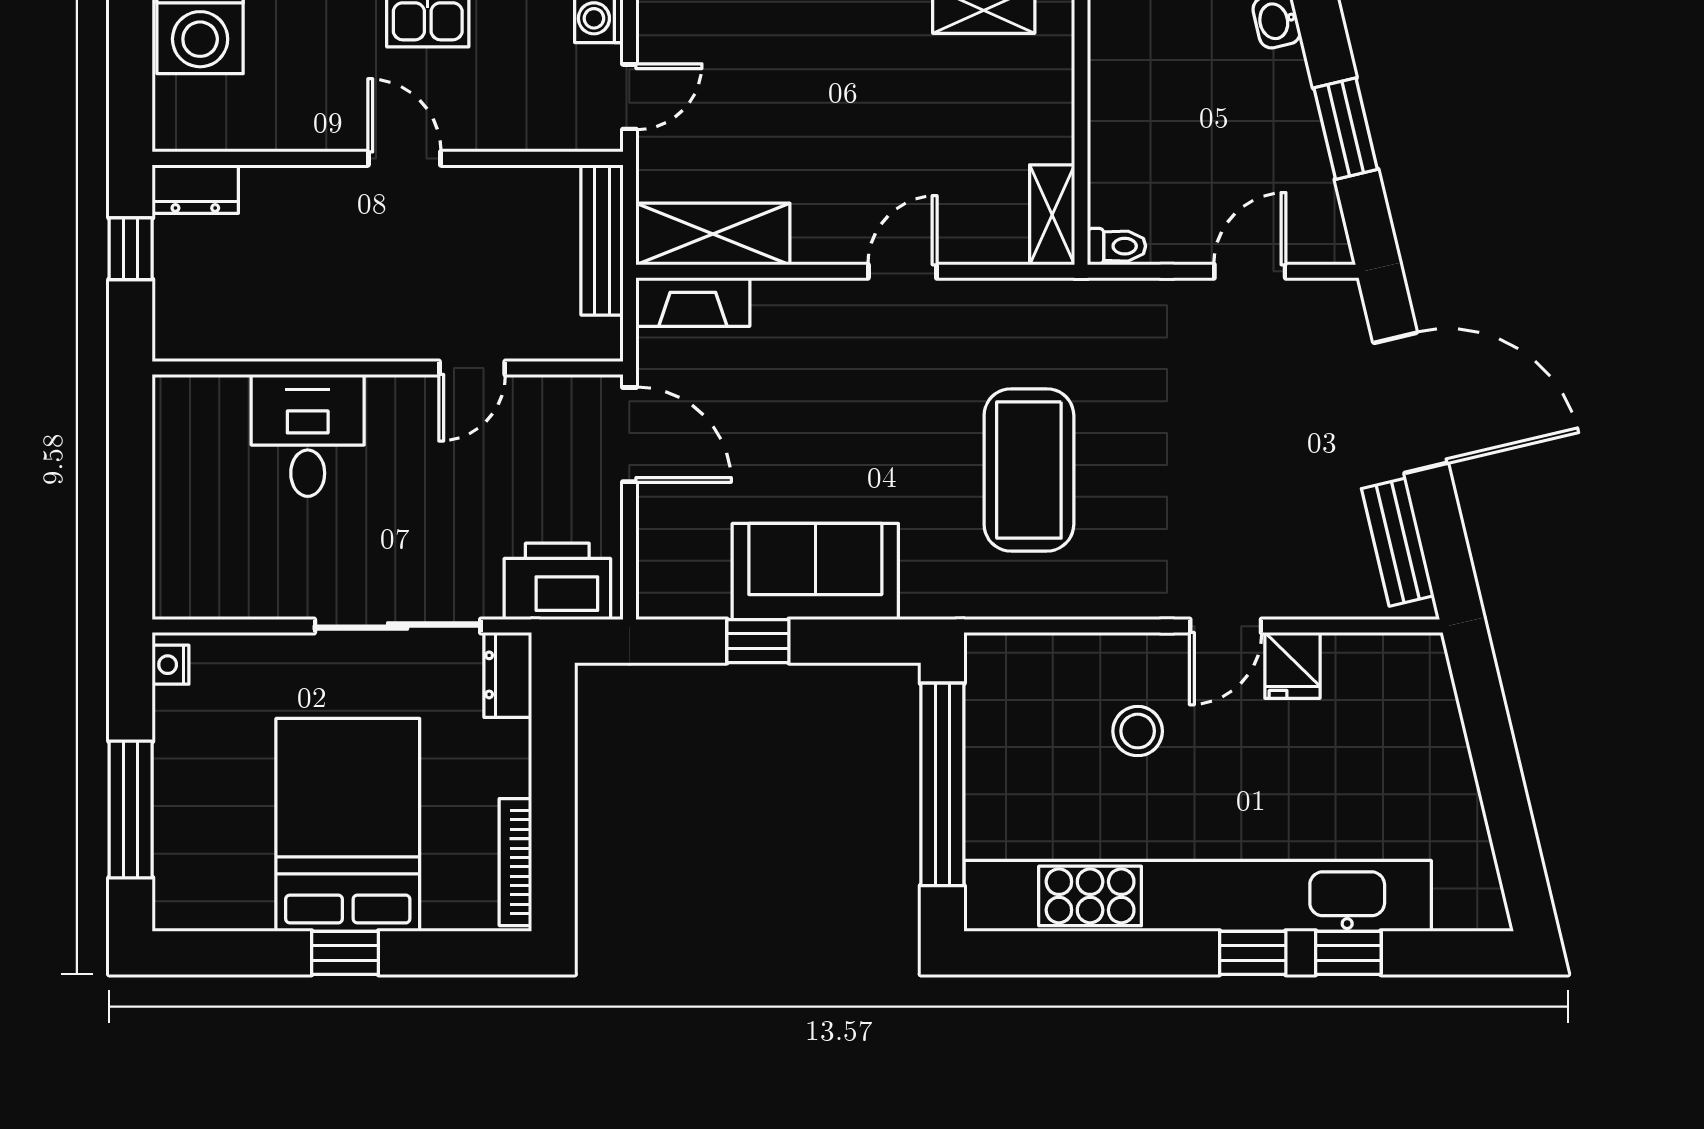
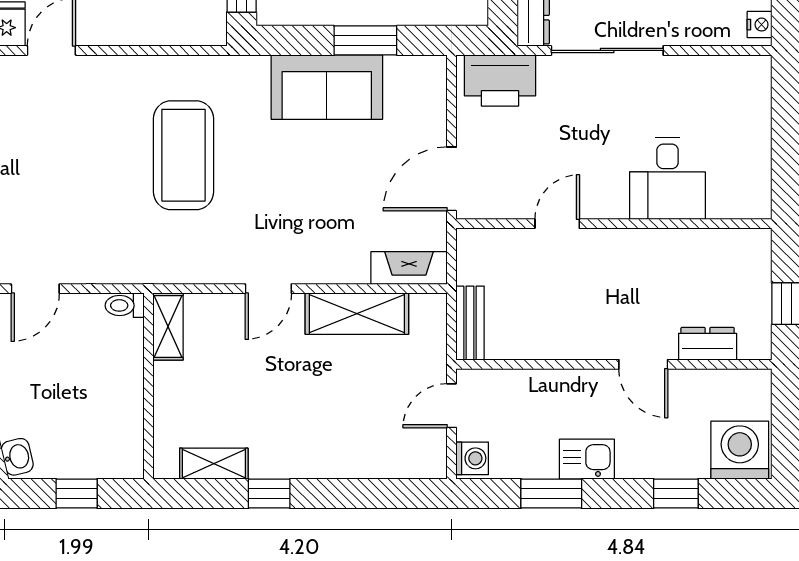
door: (404, 158) -> (643, 364), moved
dresser: (195, 189) -> (708, 344), moved
shelving: (713, 234) -> (357, 314), moved
bench: (602, 240) -> (470, 323), width x0.73
door: (629, 435) -> (452, 179), hinge flipped
window: (758, 641) -> (365, 40), width x1.50

